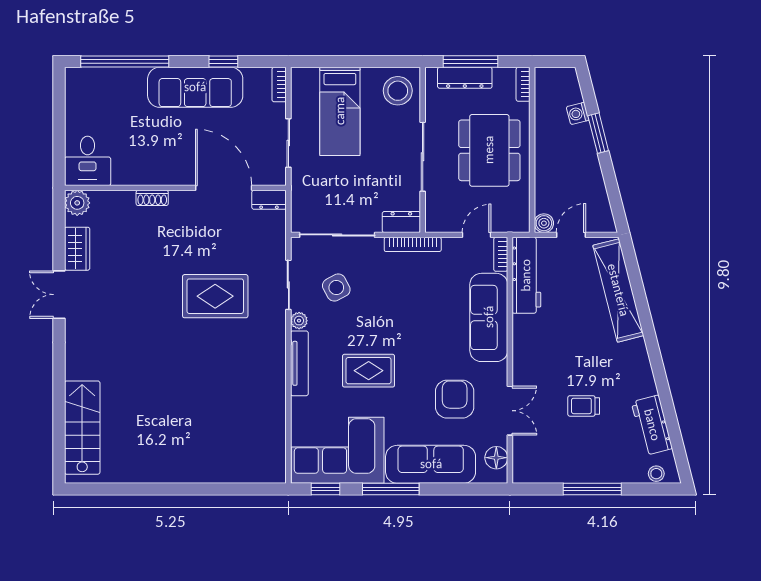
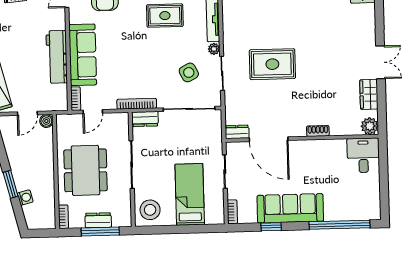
dresser: (465, 78) -> (98, 220), width x0.70
workbench: (526, 275) -> (57, 57), moved

